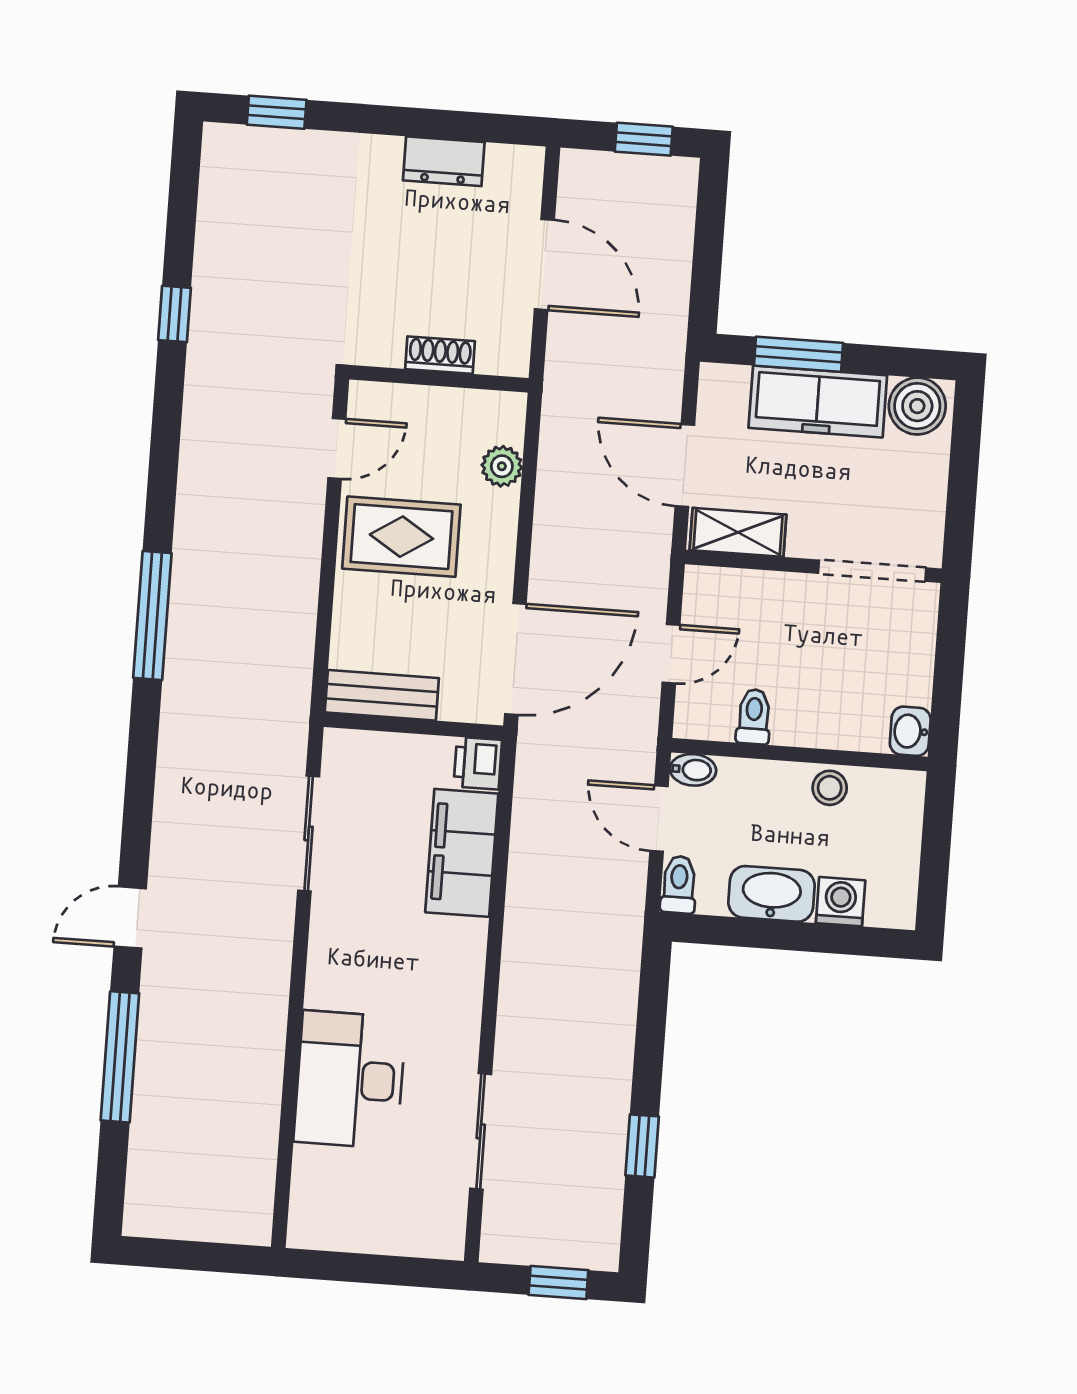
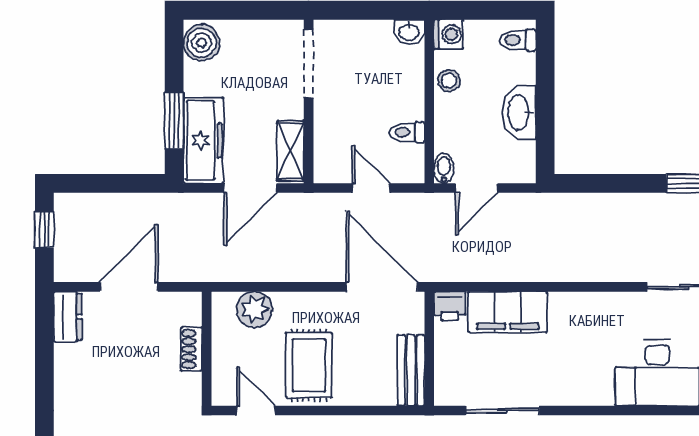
dresser: (444, 161) -> (68, 317), moved
freezer: (818, 402) -> (203, 140), moved
plant: (502, 466) -> (255, 309), width x1.38, depth x1.38
toilet: (679, 885) -> (518, 40), moved
washing machine: (841, 902) -> (449, 34), moved, turned 180

